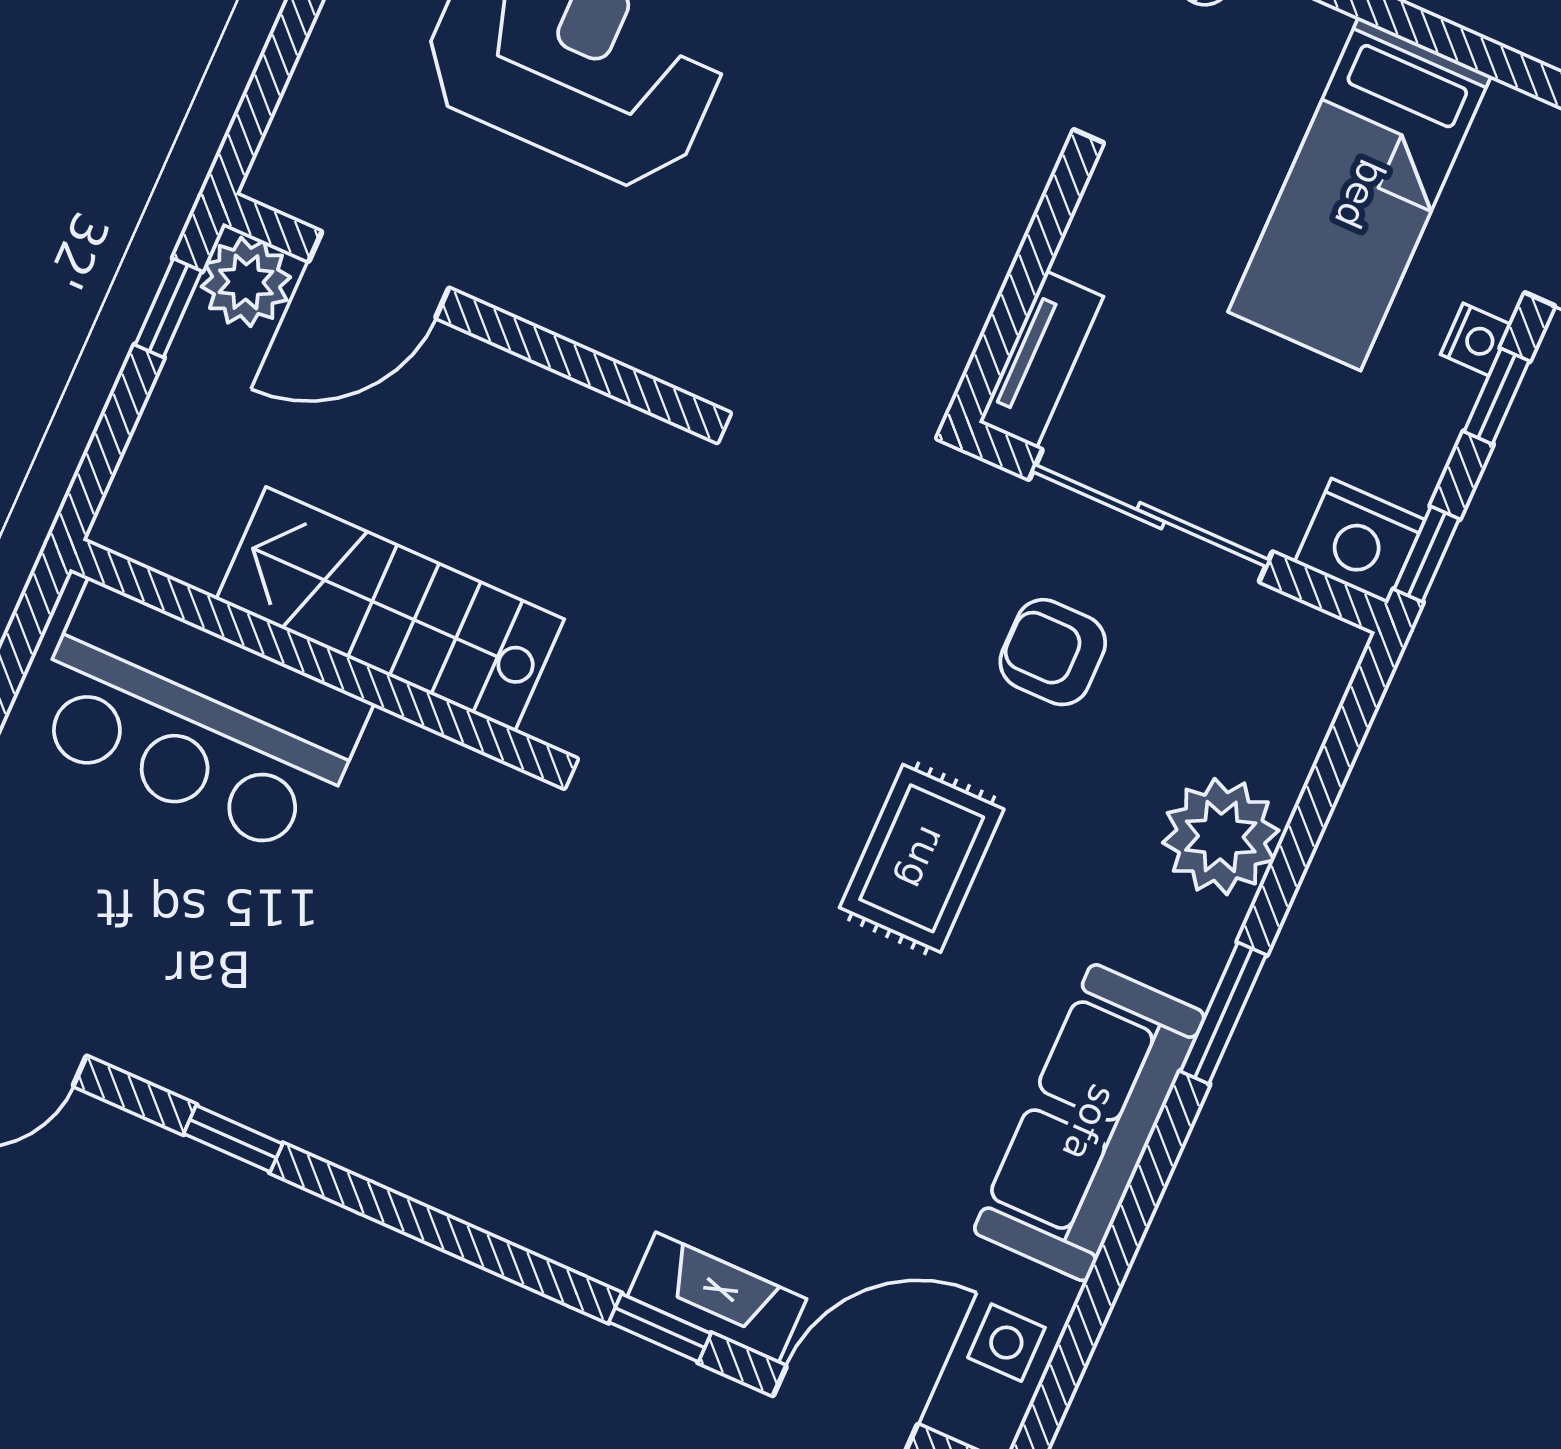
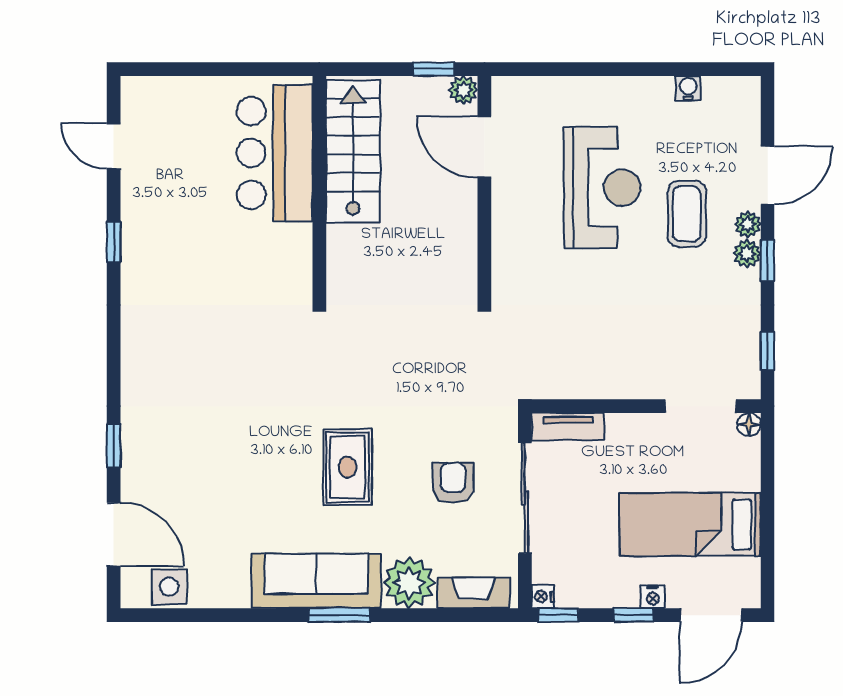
plant: (246, 282) -> (463, 90), width x0.73, depth x0.73
nightstand: (1360, 541) -> (543, 596), width x0.53, depth x0.56
stairs: (390, 609) -> (353, 151), moved
rug: (922, 858) -> (348, 467), turned 90
sofa: (1089, 1123) -> (316, 581), moved
fireplace: (717, 1298) -> (473, 593), moved, turned -90
side table: (1006, 1343) -> (169, 587), width x1.37, depth x1.37

